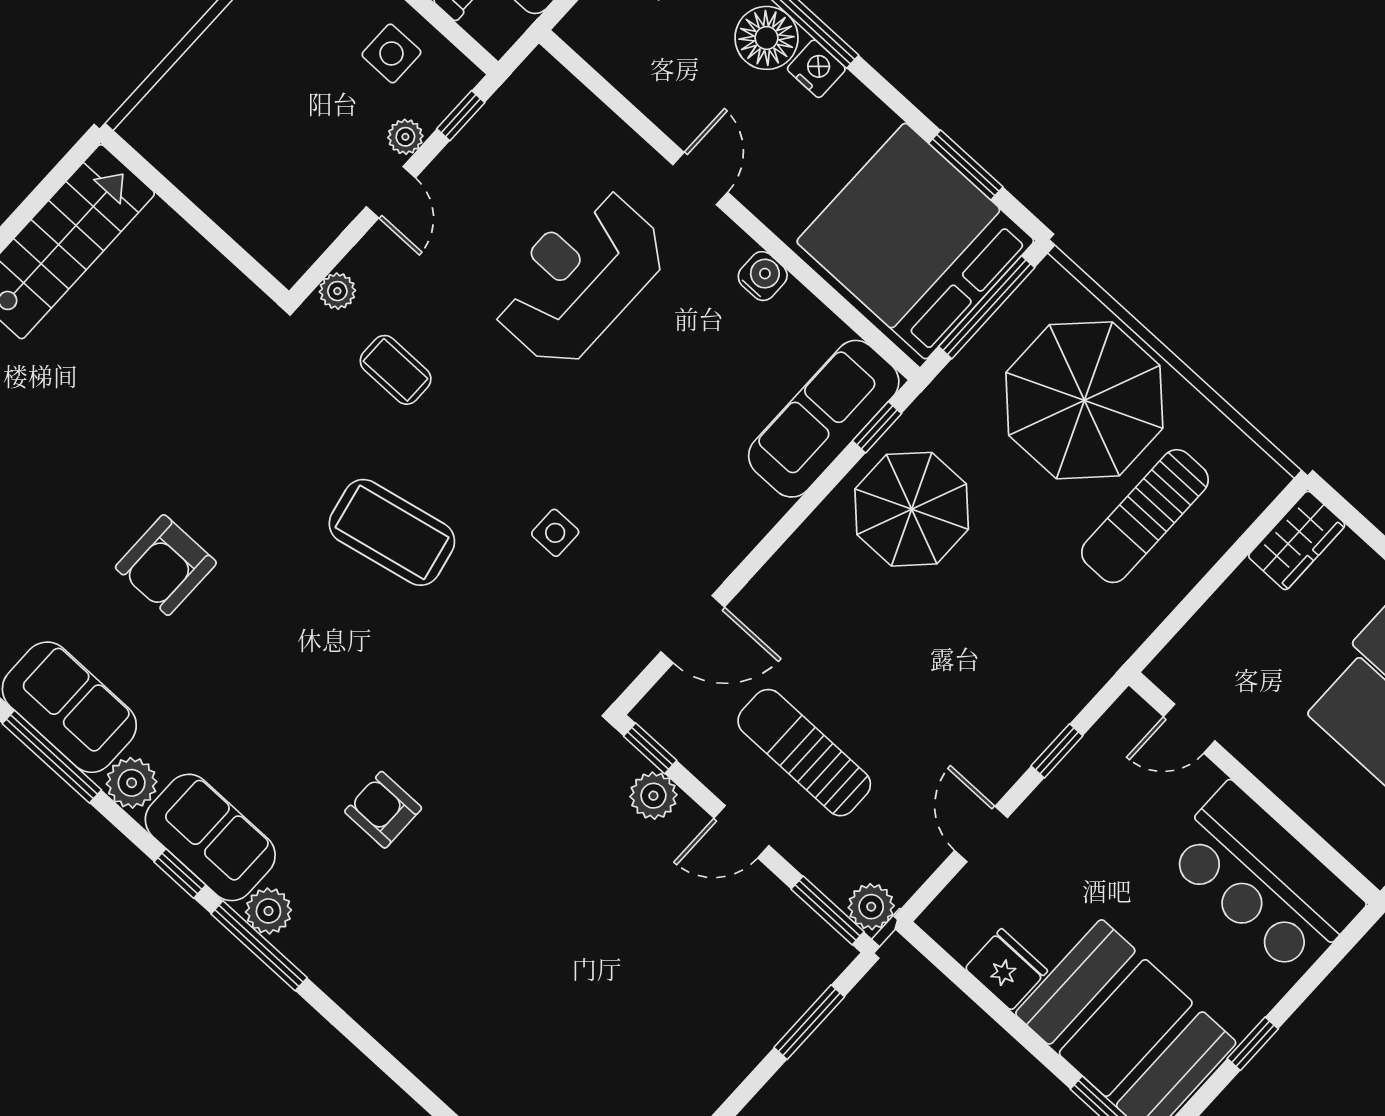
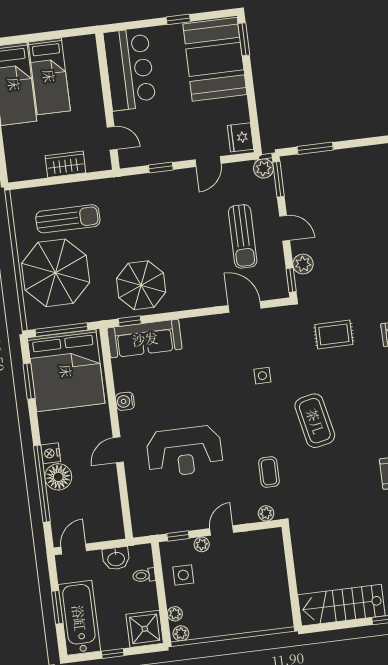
wardrobe: (1297, 540) -> (65, 164), moved
rug: (490, 716) -> (334, 335), added
fridge: (1006, 969) -> (240, 137), moved

